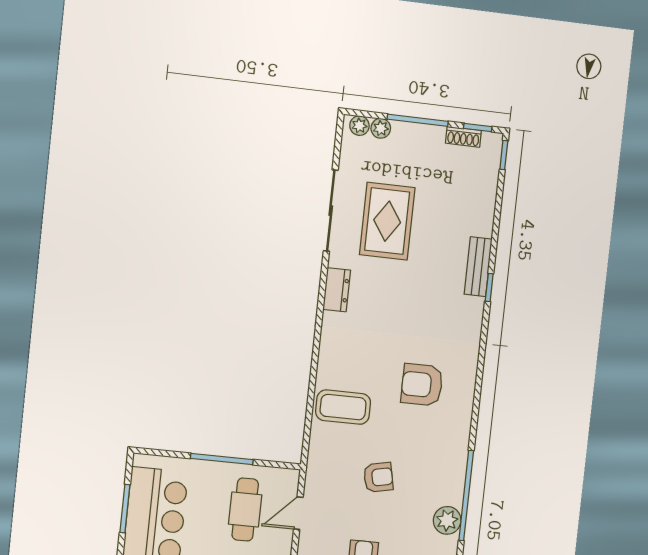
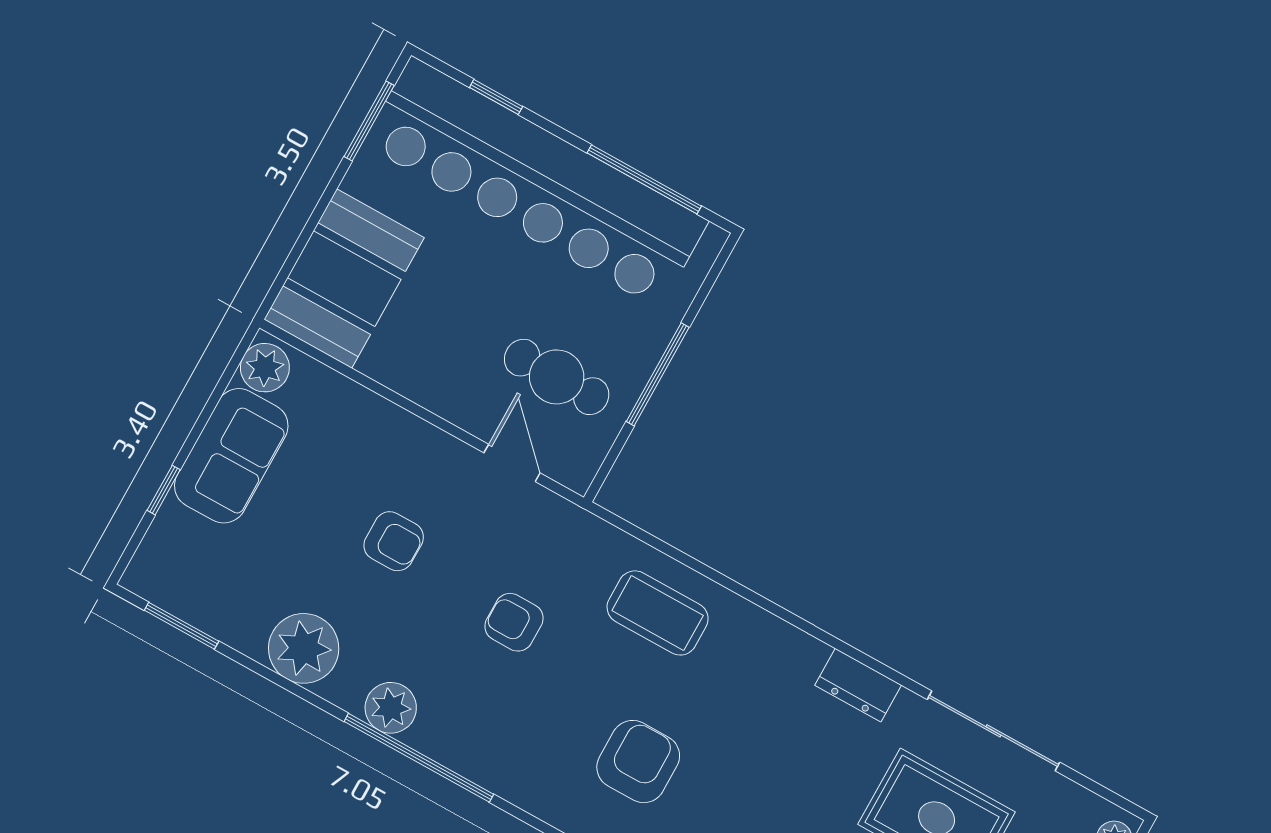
coffee table: (343, 407) -> (658, 613), turned 90
armchair: (378, 477) -> (514, 622), turned 102
window: (125, 509) -> (644, 179), width x1.44

